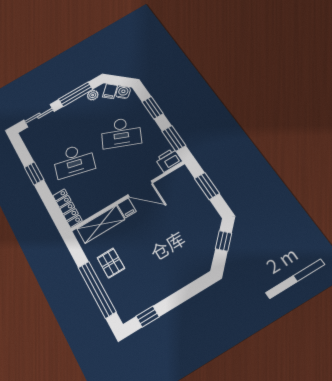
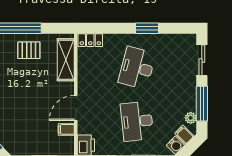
desk: (121, 133) -> (137, 121), turned -30
locker: (67, 208) -> (90, 40), width x0.66
filing cabinet: (127, 208) -> (66, 129), moved

